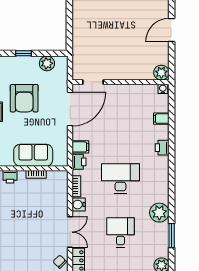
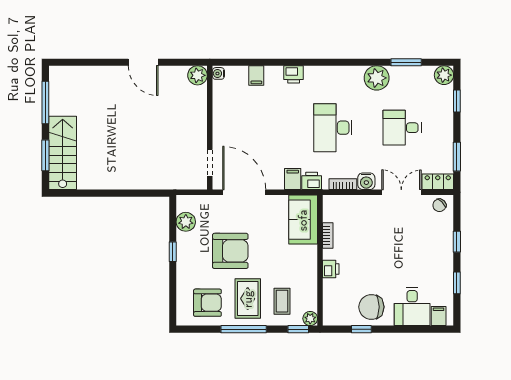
sofa: (33, 155) -> (303, 220), moved

